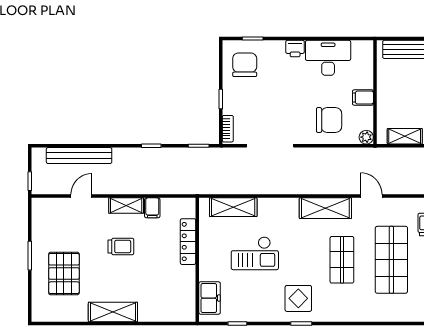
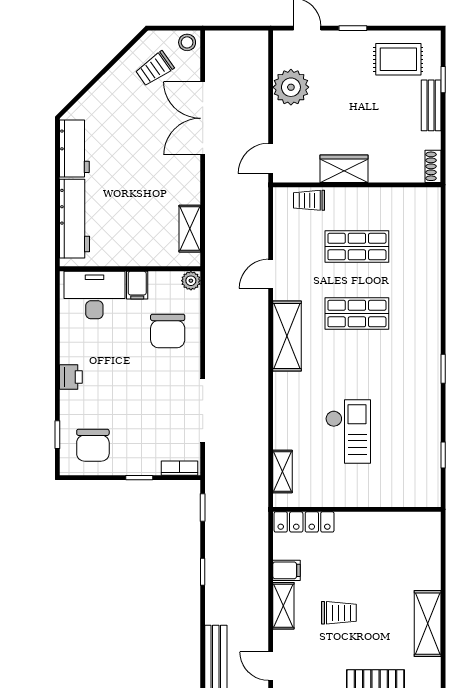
desk: (328, 58) -> (94, 295), moved, turned 90
chair: (245, 65) -> (93, 445), turned -90
chair: (329, 120) -> (168, 331), turned 180
shelving: (233, 207) -> (283, 471), width x0.67, depth x0.75
locker: (188, 242) -> (304, 522), moved
trolley: (121, 246) -> (339, 613), turned 90
shop shelf: (391, 260) -> (357, 247), width x0.70, depth x0.74
freezer: (210, 298) -> (409, 493), removed
display table: (298, 298) -> (409, 373), removed

